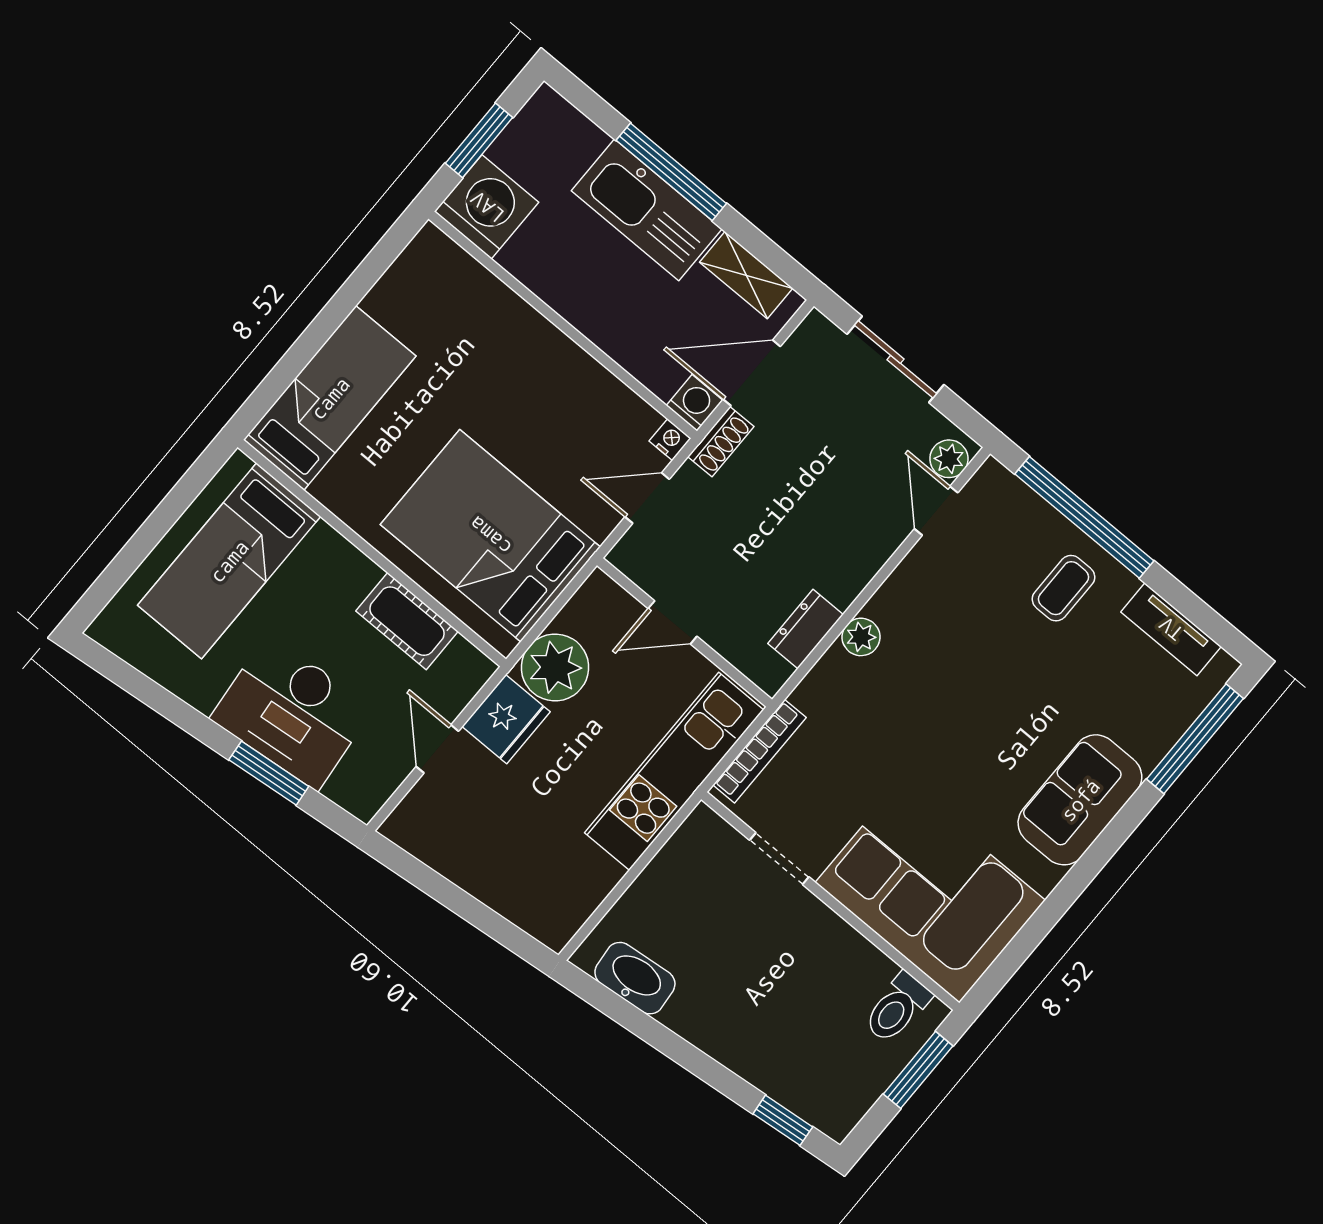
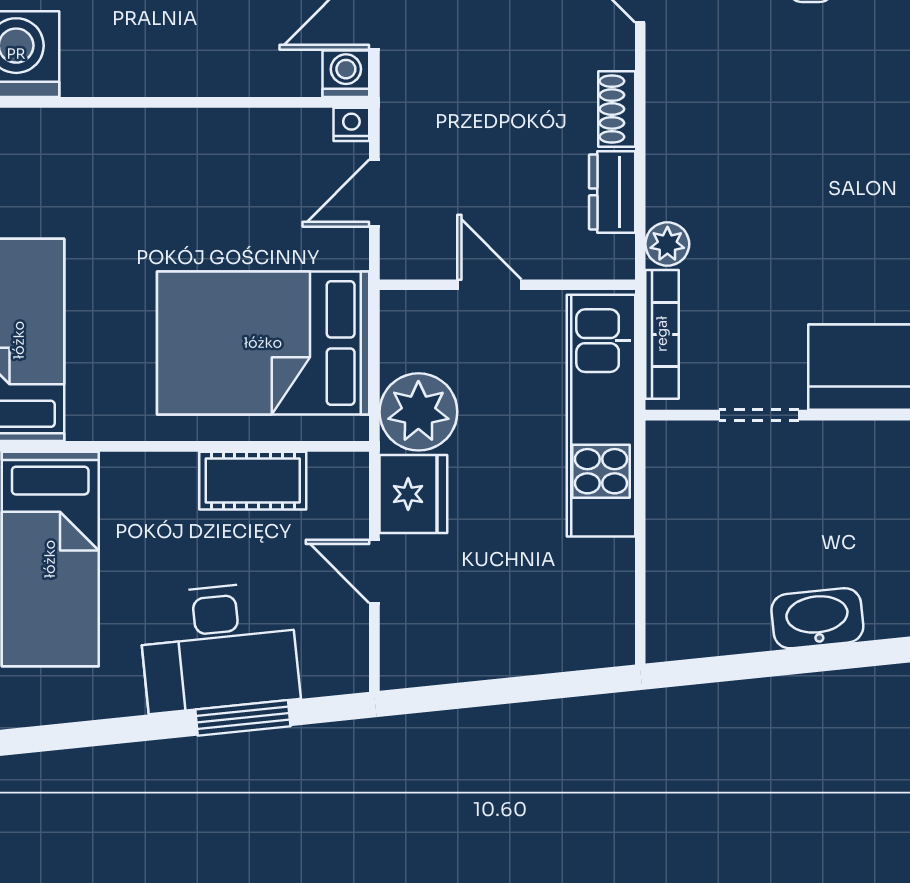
shoe rack: (721, 442) -> (617, 109), moved, turned 180
door: (673, 622) -> (489, 285), swing flipped
plant: (861, 637) -> (667, 244), moved
washbasin: (635, 978) -> (817, 618), moved

